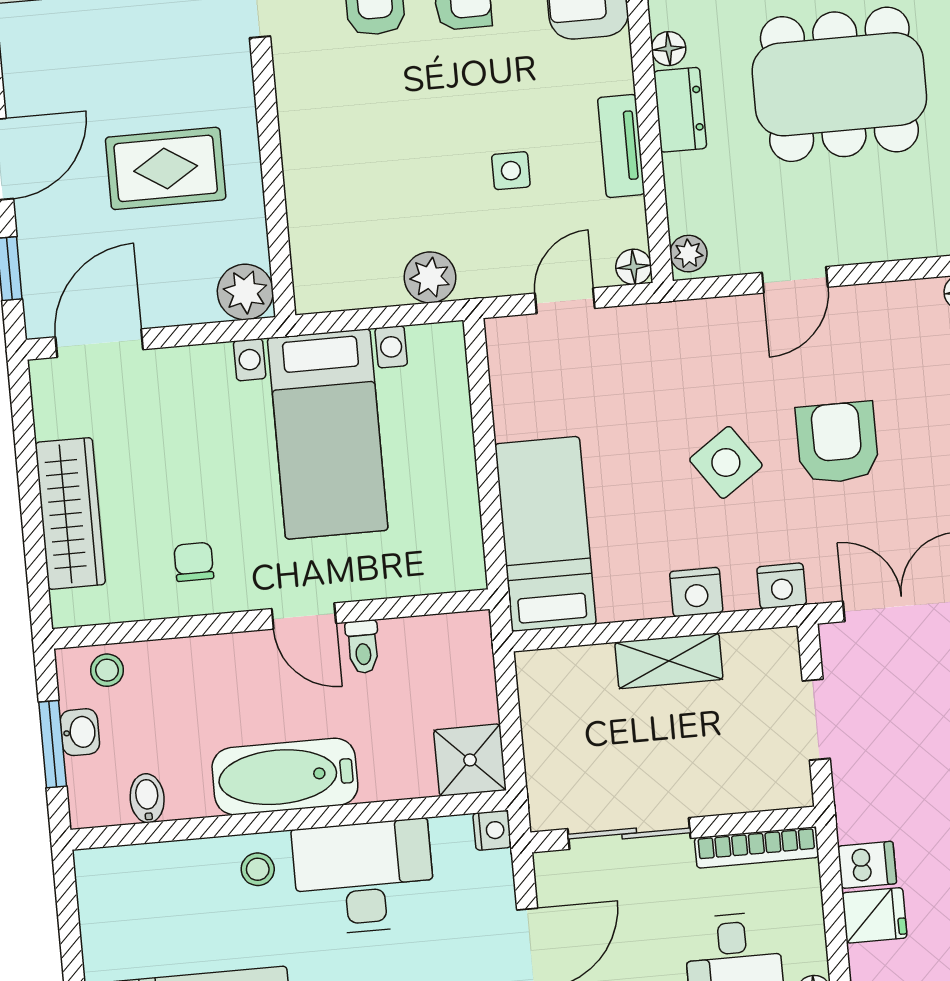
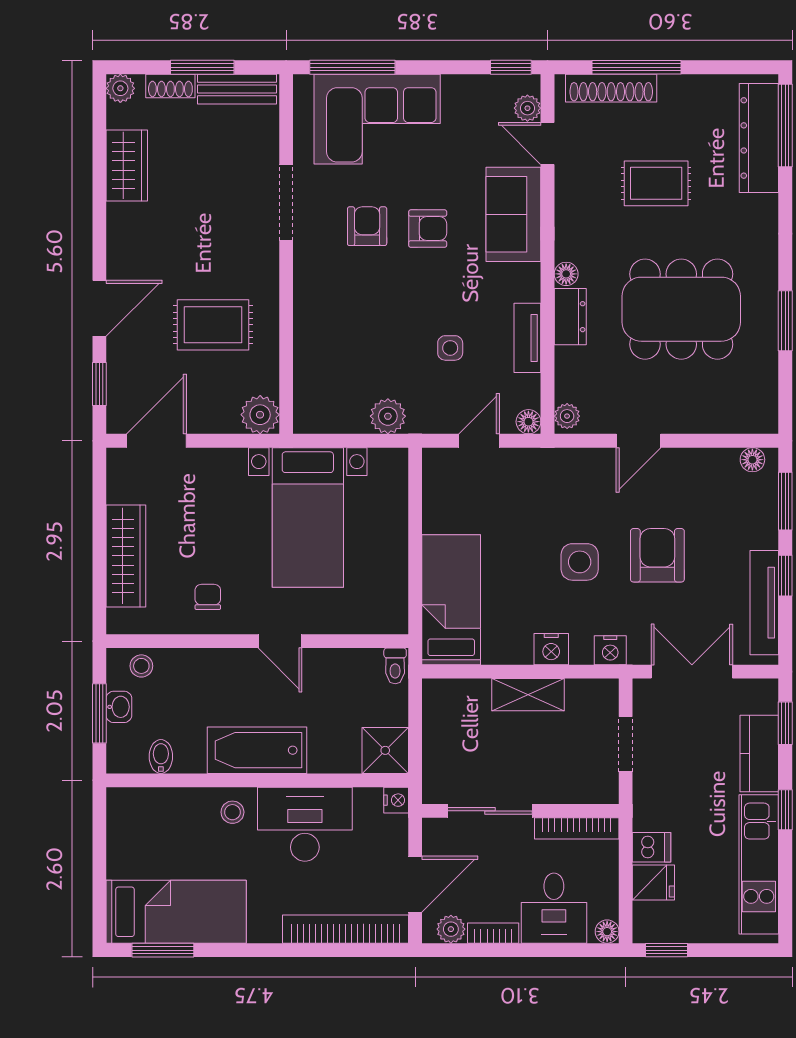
side table: (726, 462) -> (580, 562), turned 35
toilet: (363, 647) -> (395, 666), moved

